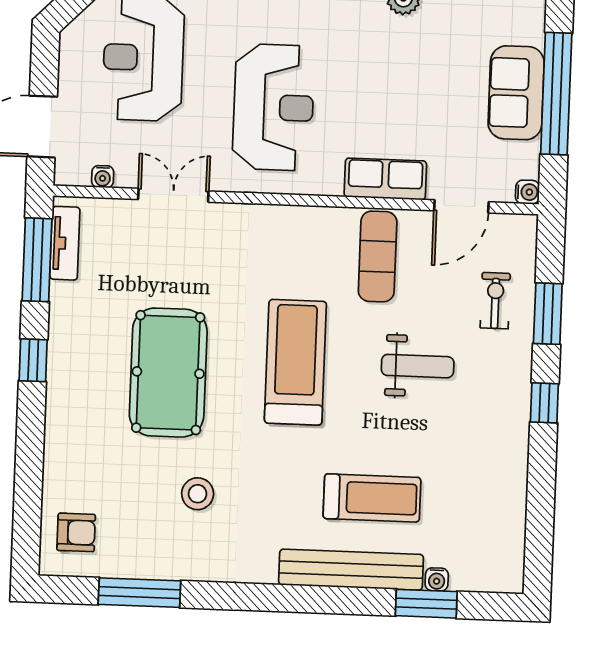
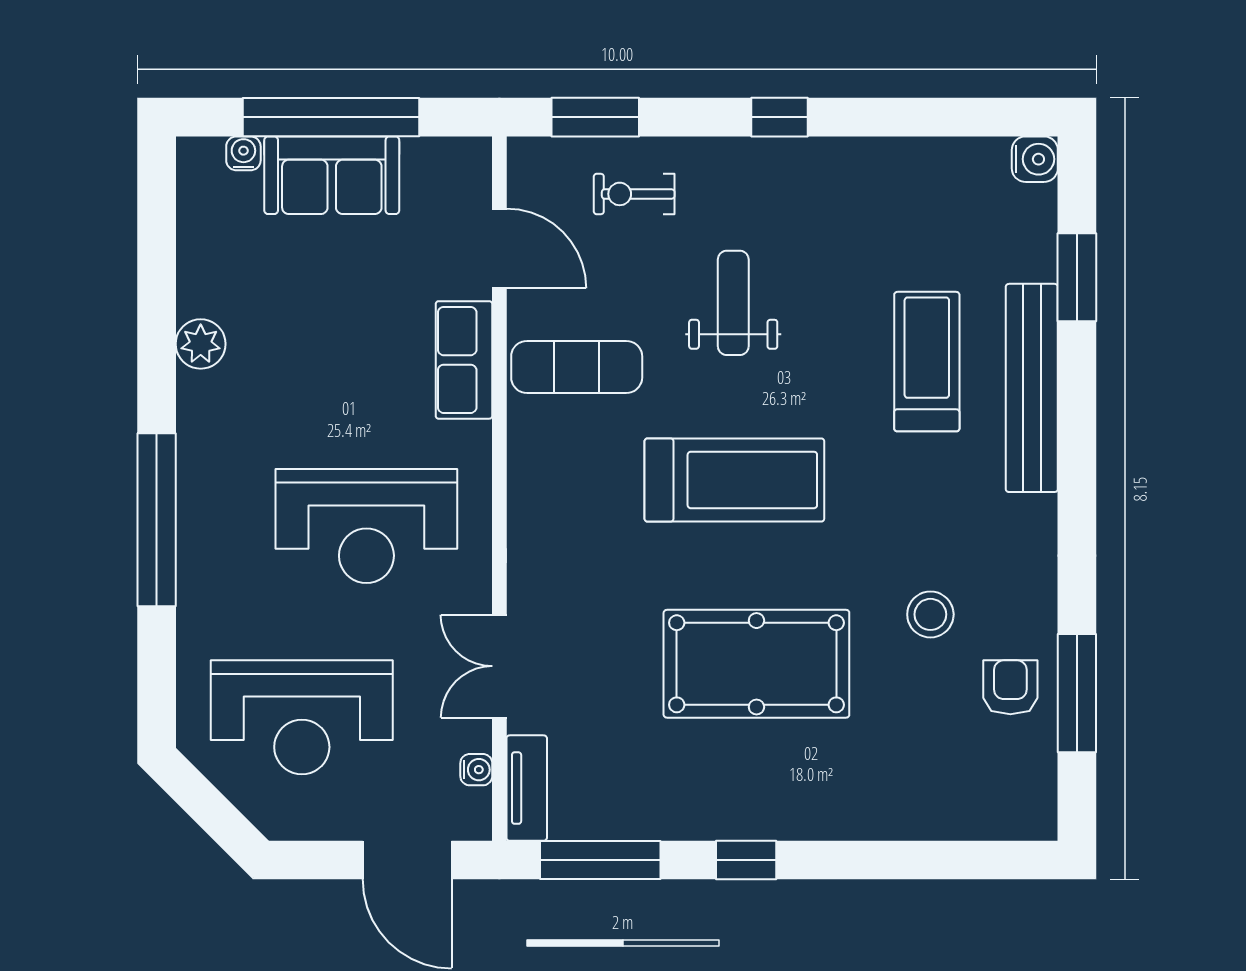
reception desk: (273, 107) -> (366, 526), turned 180
water cooler: (527, 192) -> (243, 153), moved
tv unit: (65, 243) -> (527, 788), moved, turned 90
window: (548, 314) -> (595, 117), moved
treadmill: (295, 362) -> (734, 480), turned 180
armchair: (76, 532) -> (1010, 687), moved
water cooler: (437, 579) -> (1035, 159), moved, width x1.38, depth x1.38

